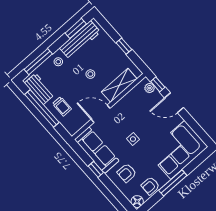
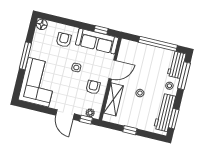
workbench: (39, 89) -> (177, 65), moved, turned 90
door: (174, 103) -> (65, 115), swing flipped
trolley: (62, 106) -> (144, 55), removed
window: (96, 169) -> (101, 30), moved
armchair: (150, 186) -> (93, 87), moved

